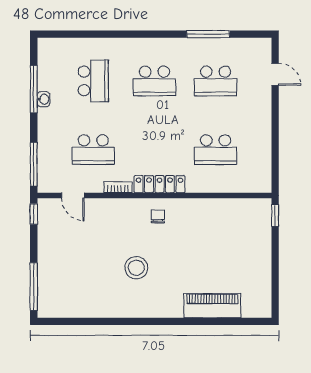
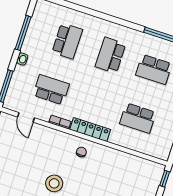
school desk: (154, 81) -> (111, 55), turned 90
washbasin: (43, 99) -> (22, 59), moved
school desk: (93, 150) -> (51, 90), turned 180

